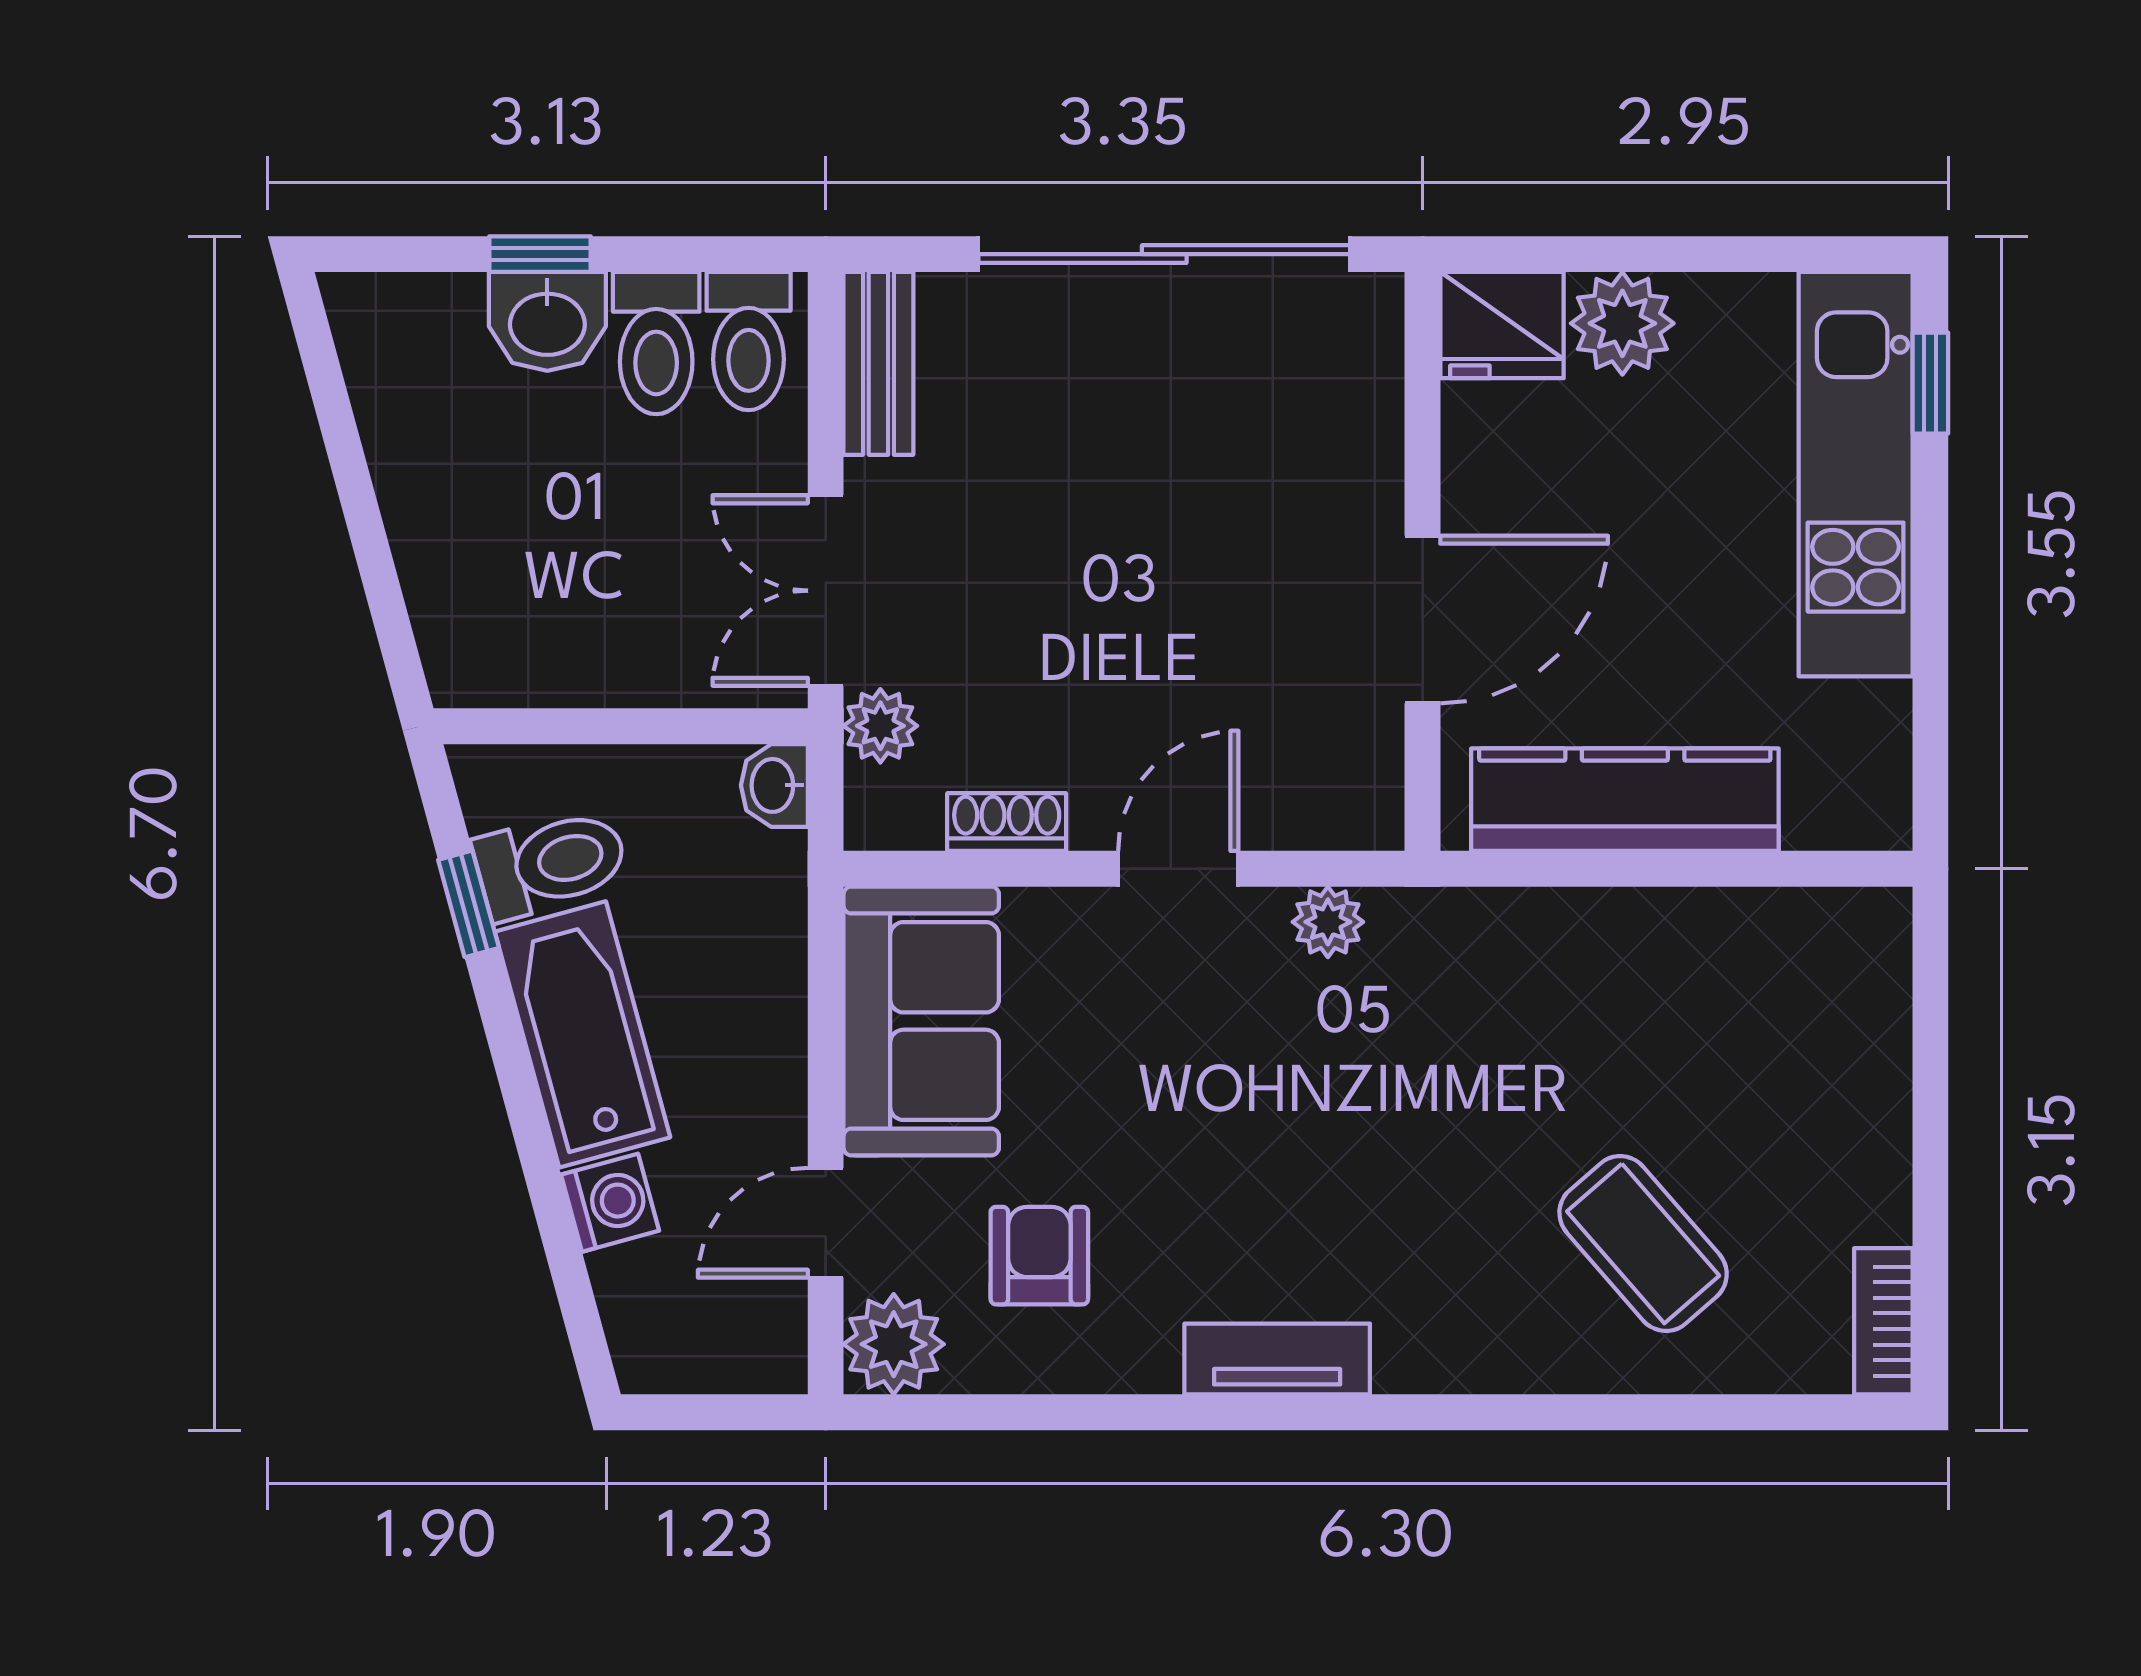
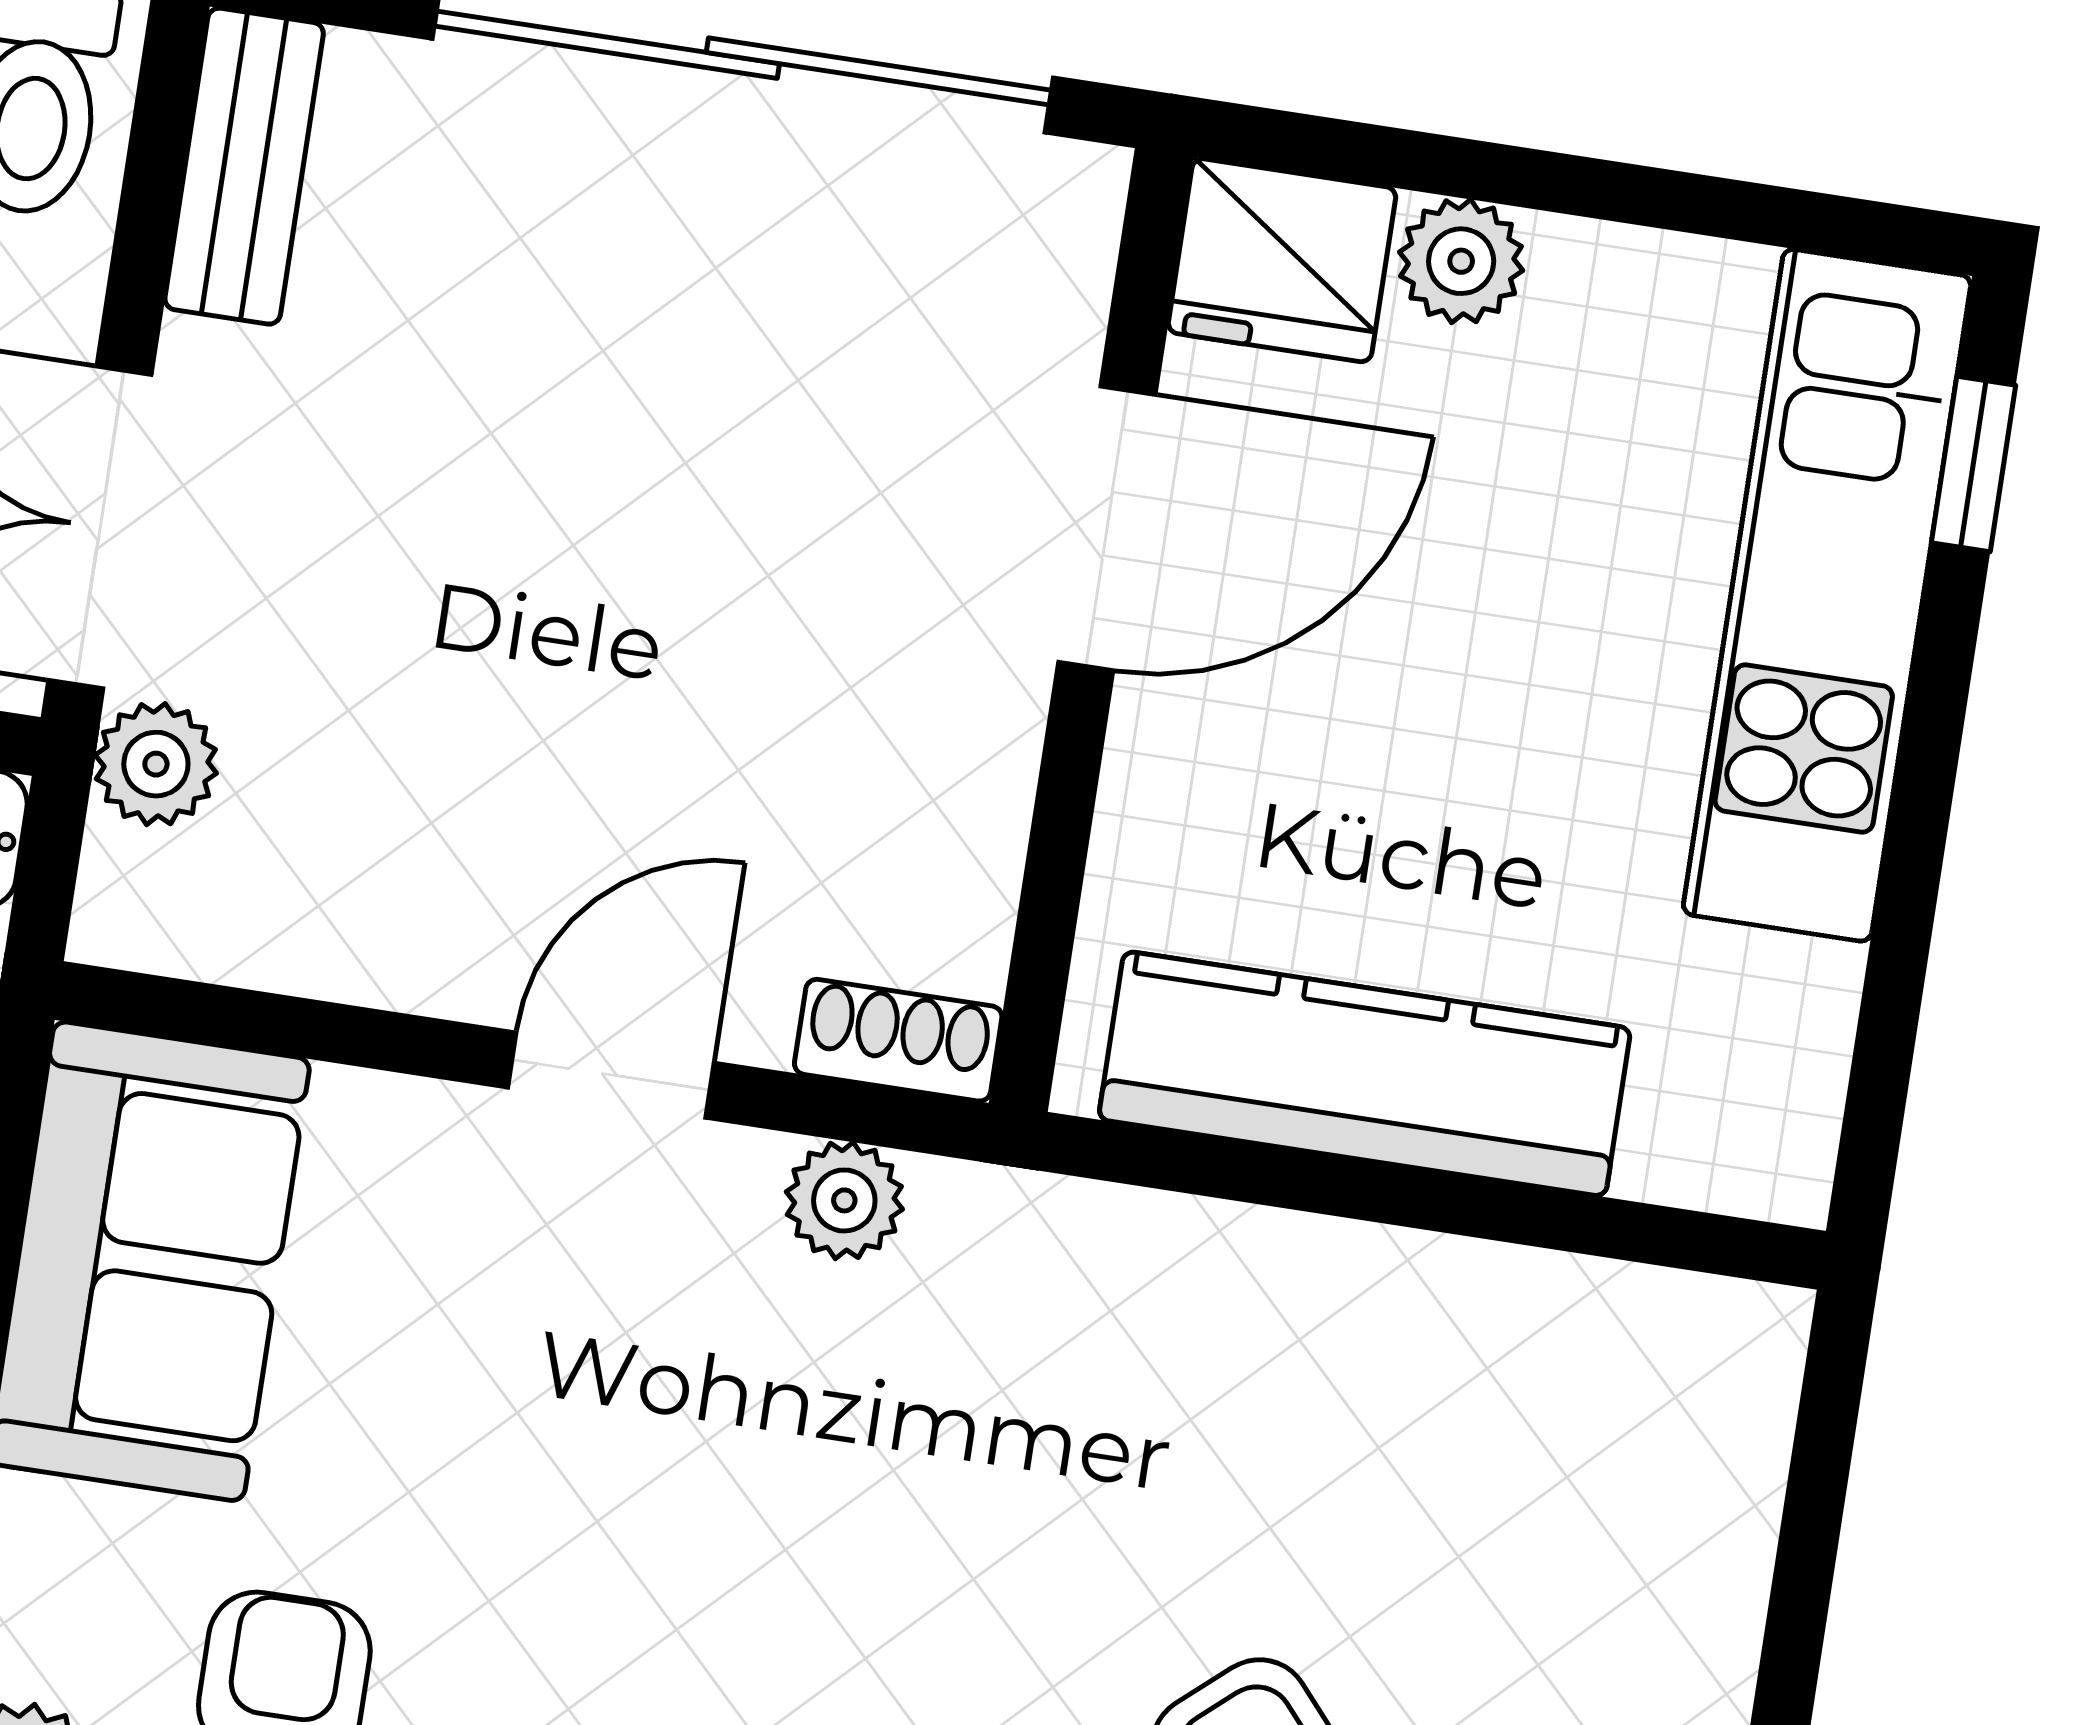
plant: (1622, 323) -> (1461, 261), width x0.73, depth x0.73
door: (1423, 619) -> (1107, 528), moved
shoe rack: (1007, 822) -> (898, 1040), moved

